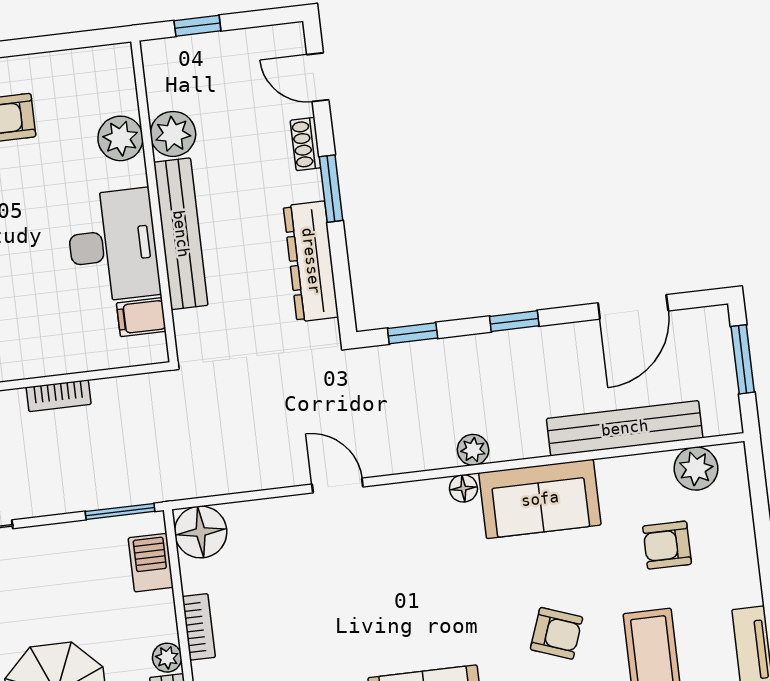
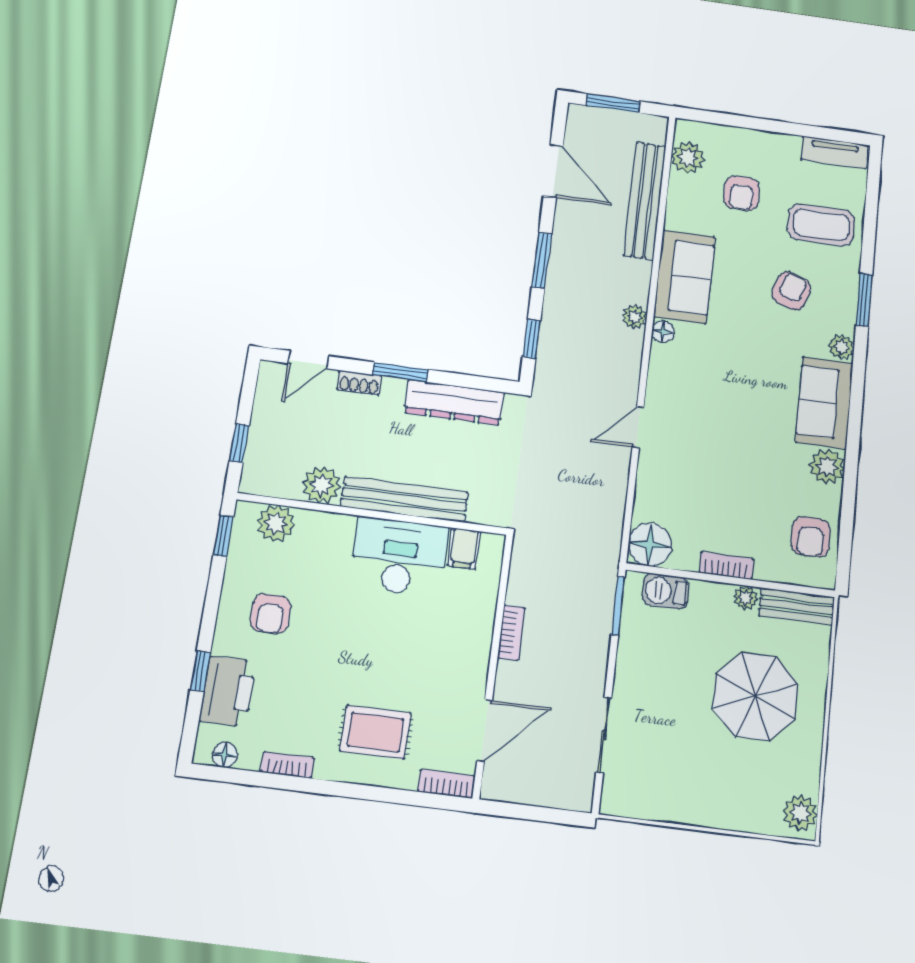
window: (86, 39) -> (223, 536), added
plant: (120, 138) -> (276, 523), moved
window: (514, 321) -> (542, 260), width x1.50

